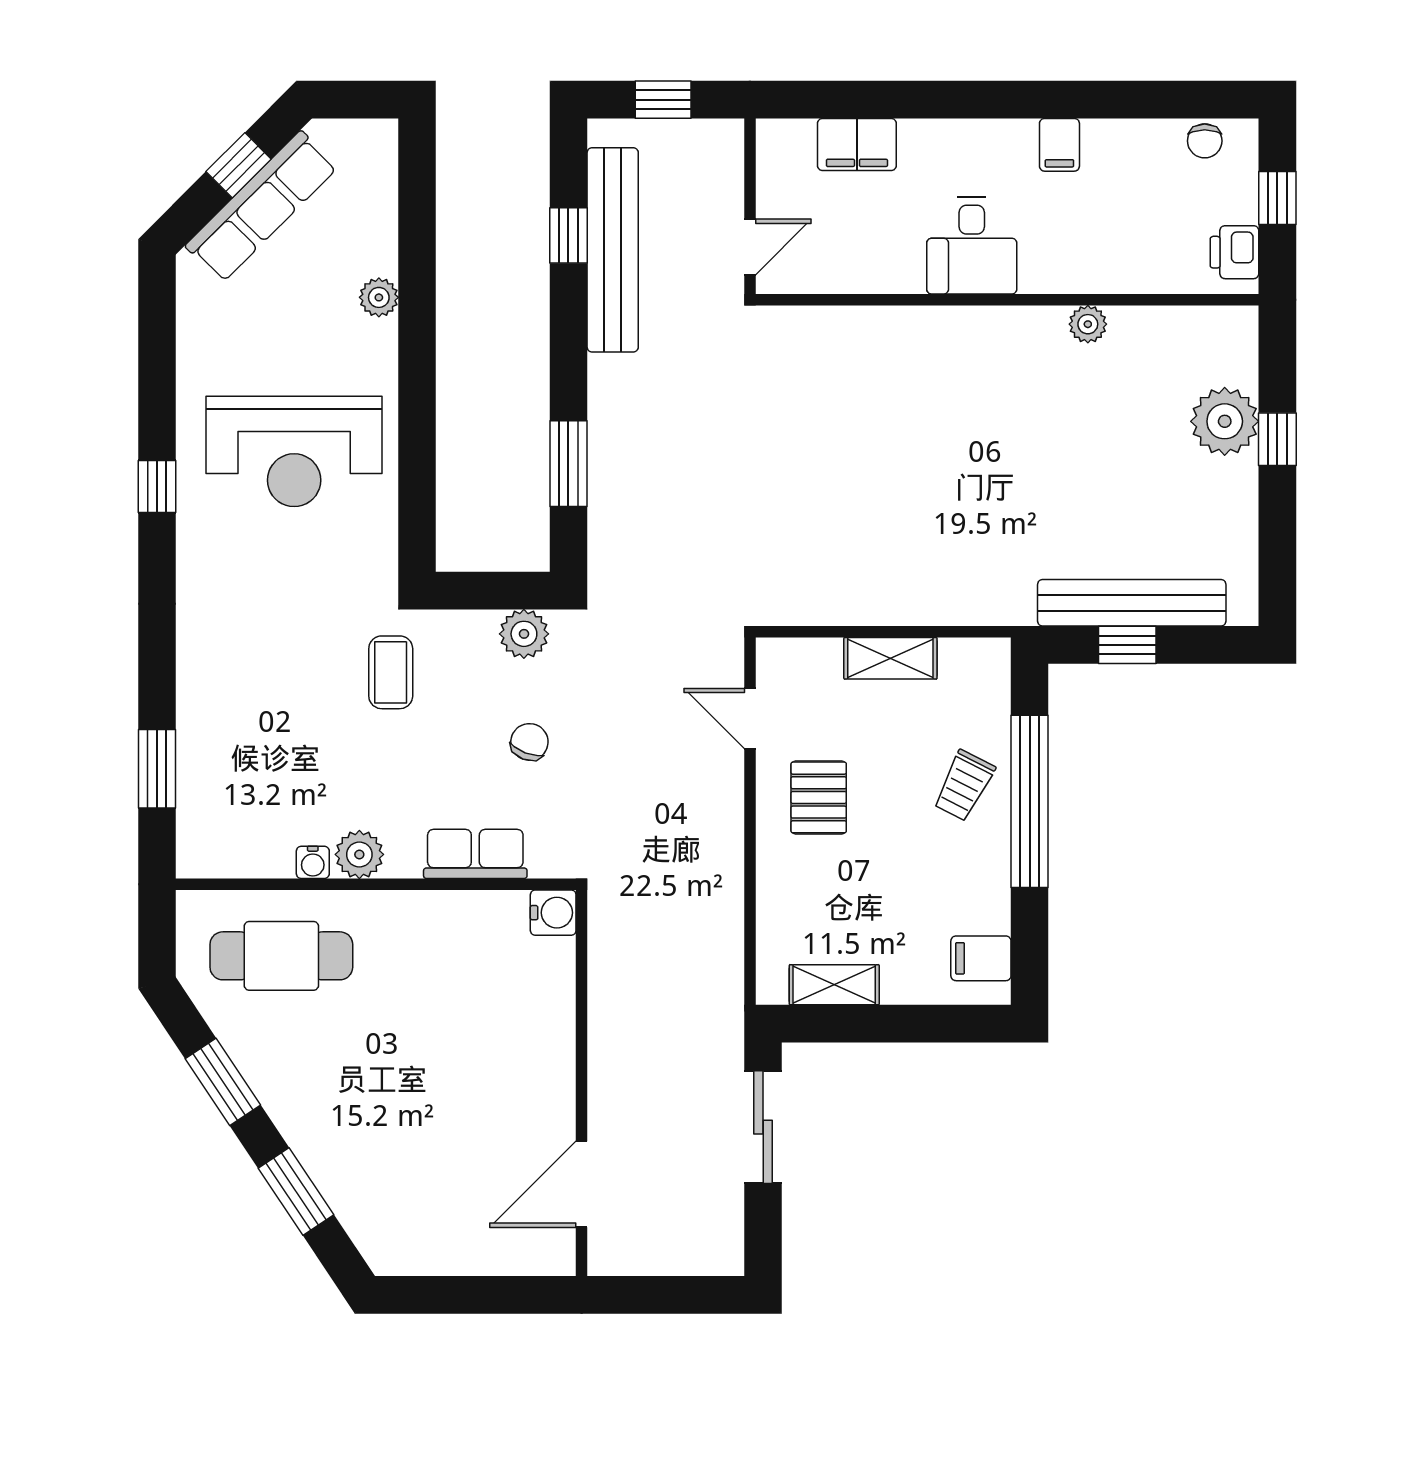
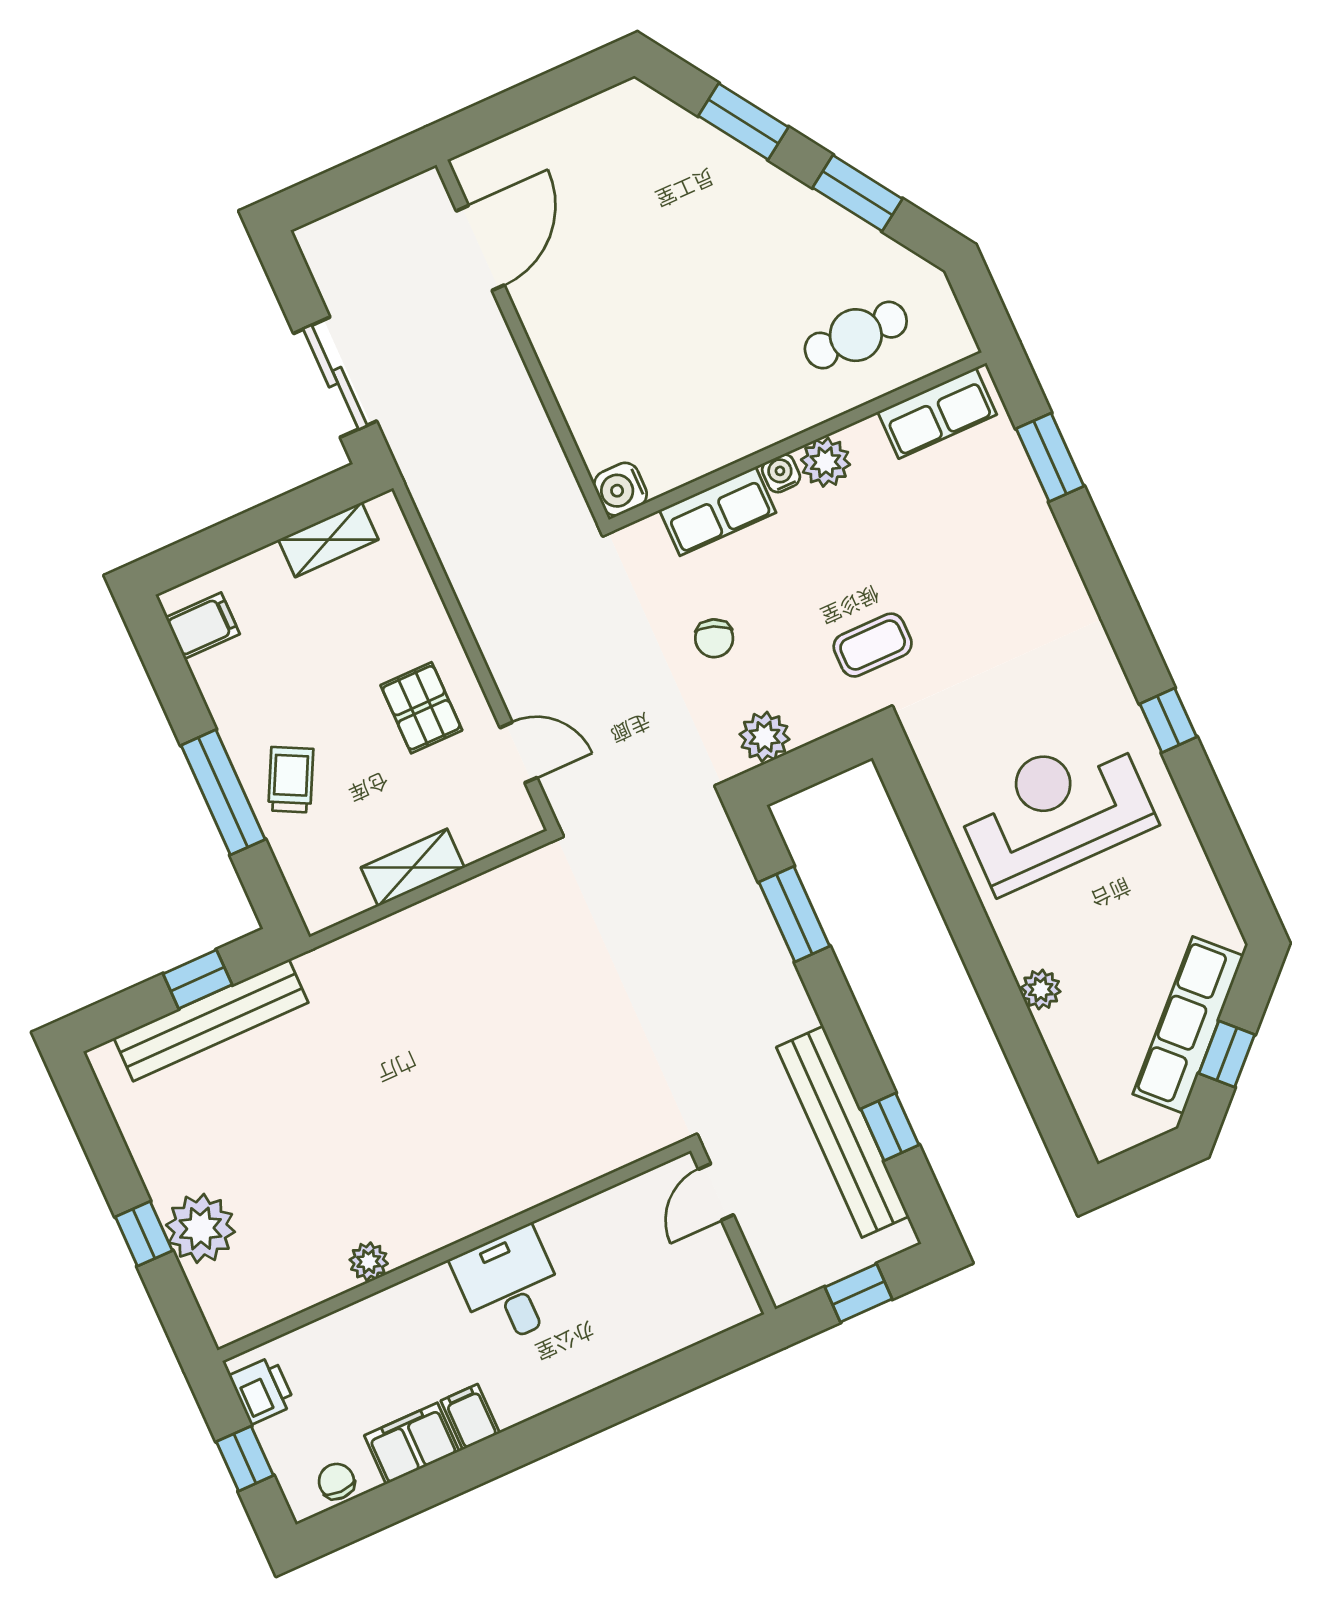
filing cabinet: (857, 145) -> (412, 1443), moved
coffee table: (391, 672) -> (873, 645), turned 90
window: (1030, 801) -> (223, 792), width x0.68
row of seats: (240, 853) -> (937, 413), added
water cooler: (313, 862) -> (781, 473), moved
cafe table: (281, 956) -> (856, 335), width x0.73, depth x0.74

